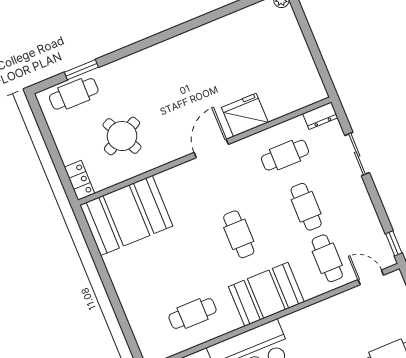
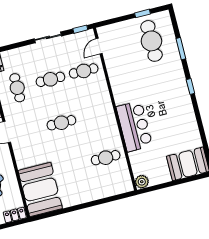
sliding door: (357, 154) -> (48, 37), moved
booth: (266, 294) -> (100, 111), removed
cafe table: (193, 314) -> (106, 158), turned 90

